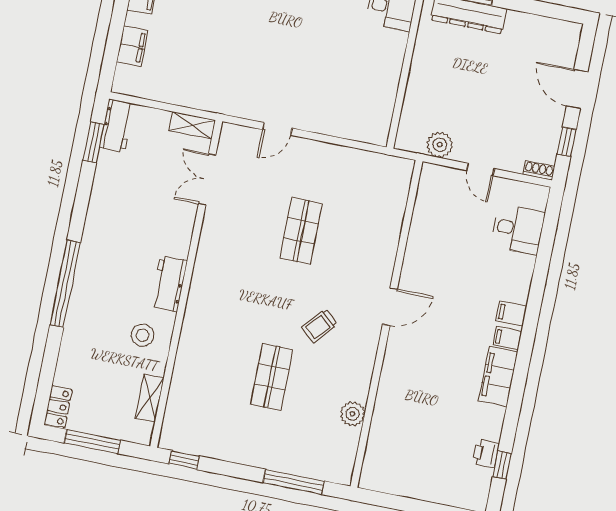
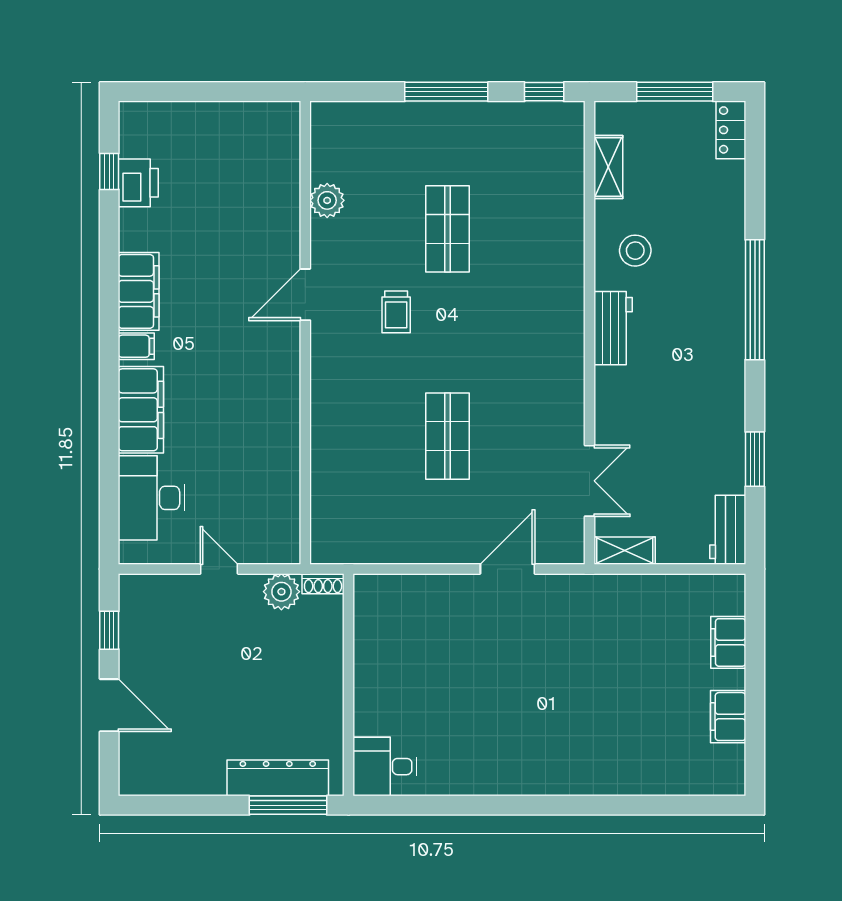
door: (277, 129) -> (507, 569), width x1.38
window: (93, 142) -> (755, 459), moved
shoe rack: (539, 170) -> (323, 584), moved
desk: (518, 229) -> (152, 498), width x1.37
door: (390, 307) -> (305, 295), moved
filing cabinet: (511, 313) -> (141, 410), width x3.00, depth x1.17
trolley: (320, 326) -> (396, 312), turned 139
printer: (486, 453) -> (138, 183), width x1.36, depth x1.24
window: (293, 482) -> (446, 92), moved

